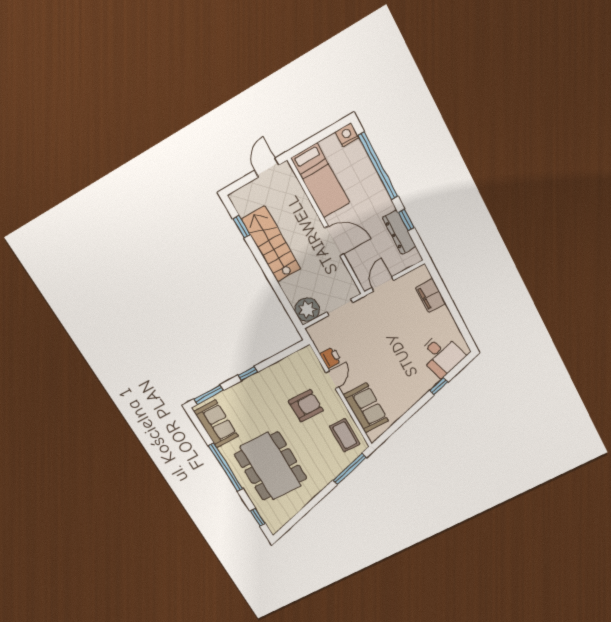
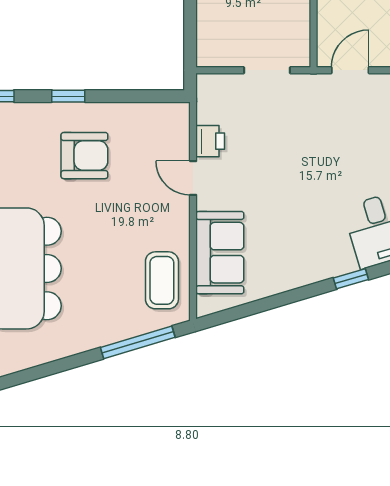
plant: (307, 310) -> (217, 47), removed
door: (332, 380) -> (193, 178), swing flipped
armchair: (306, 406) -> (84, 156), moved

